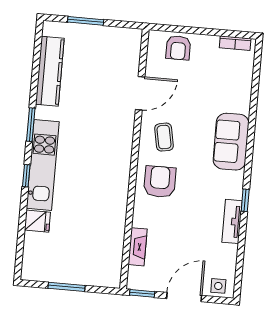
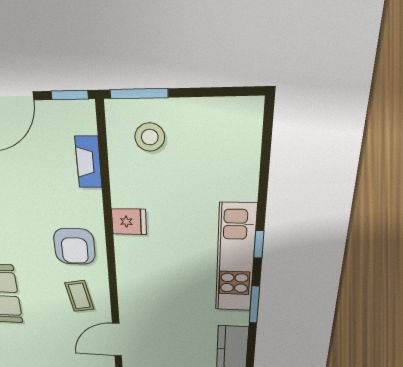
fridge: (37, 221) -> (129, 222), moved, turned 180
stool: (94, 260) -> (150, 137), added
window: (67, 287) -> (139, 94), moved

